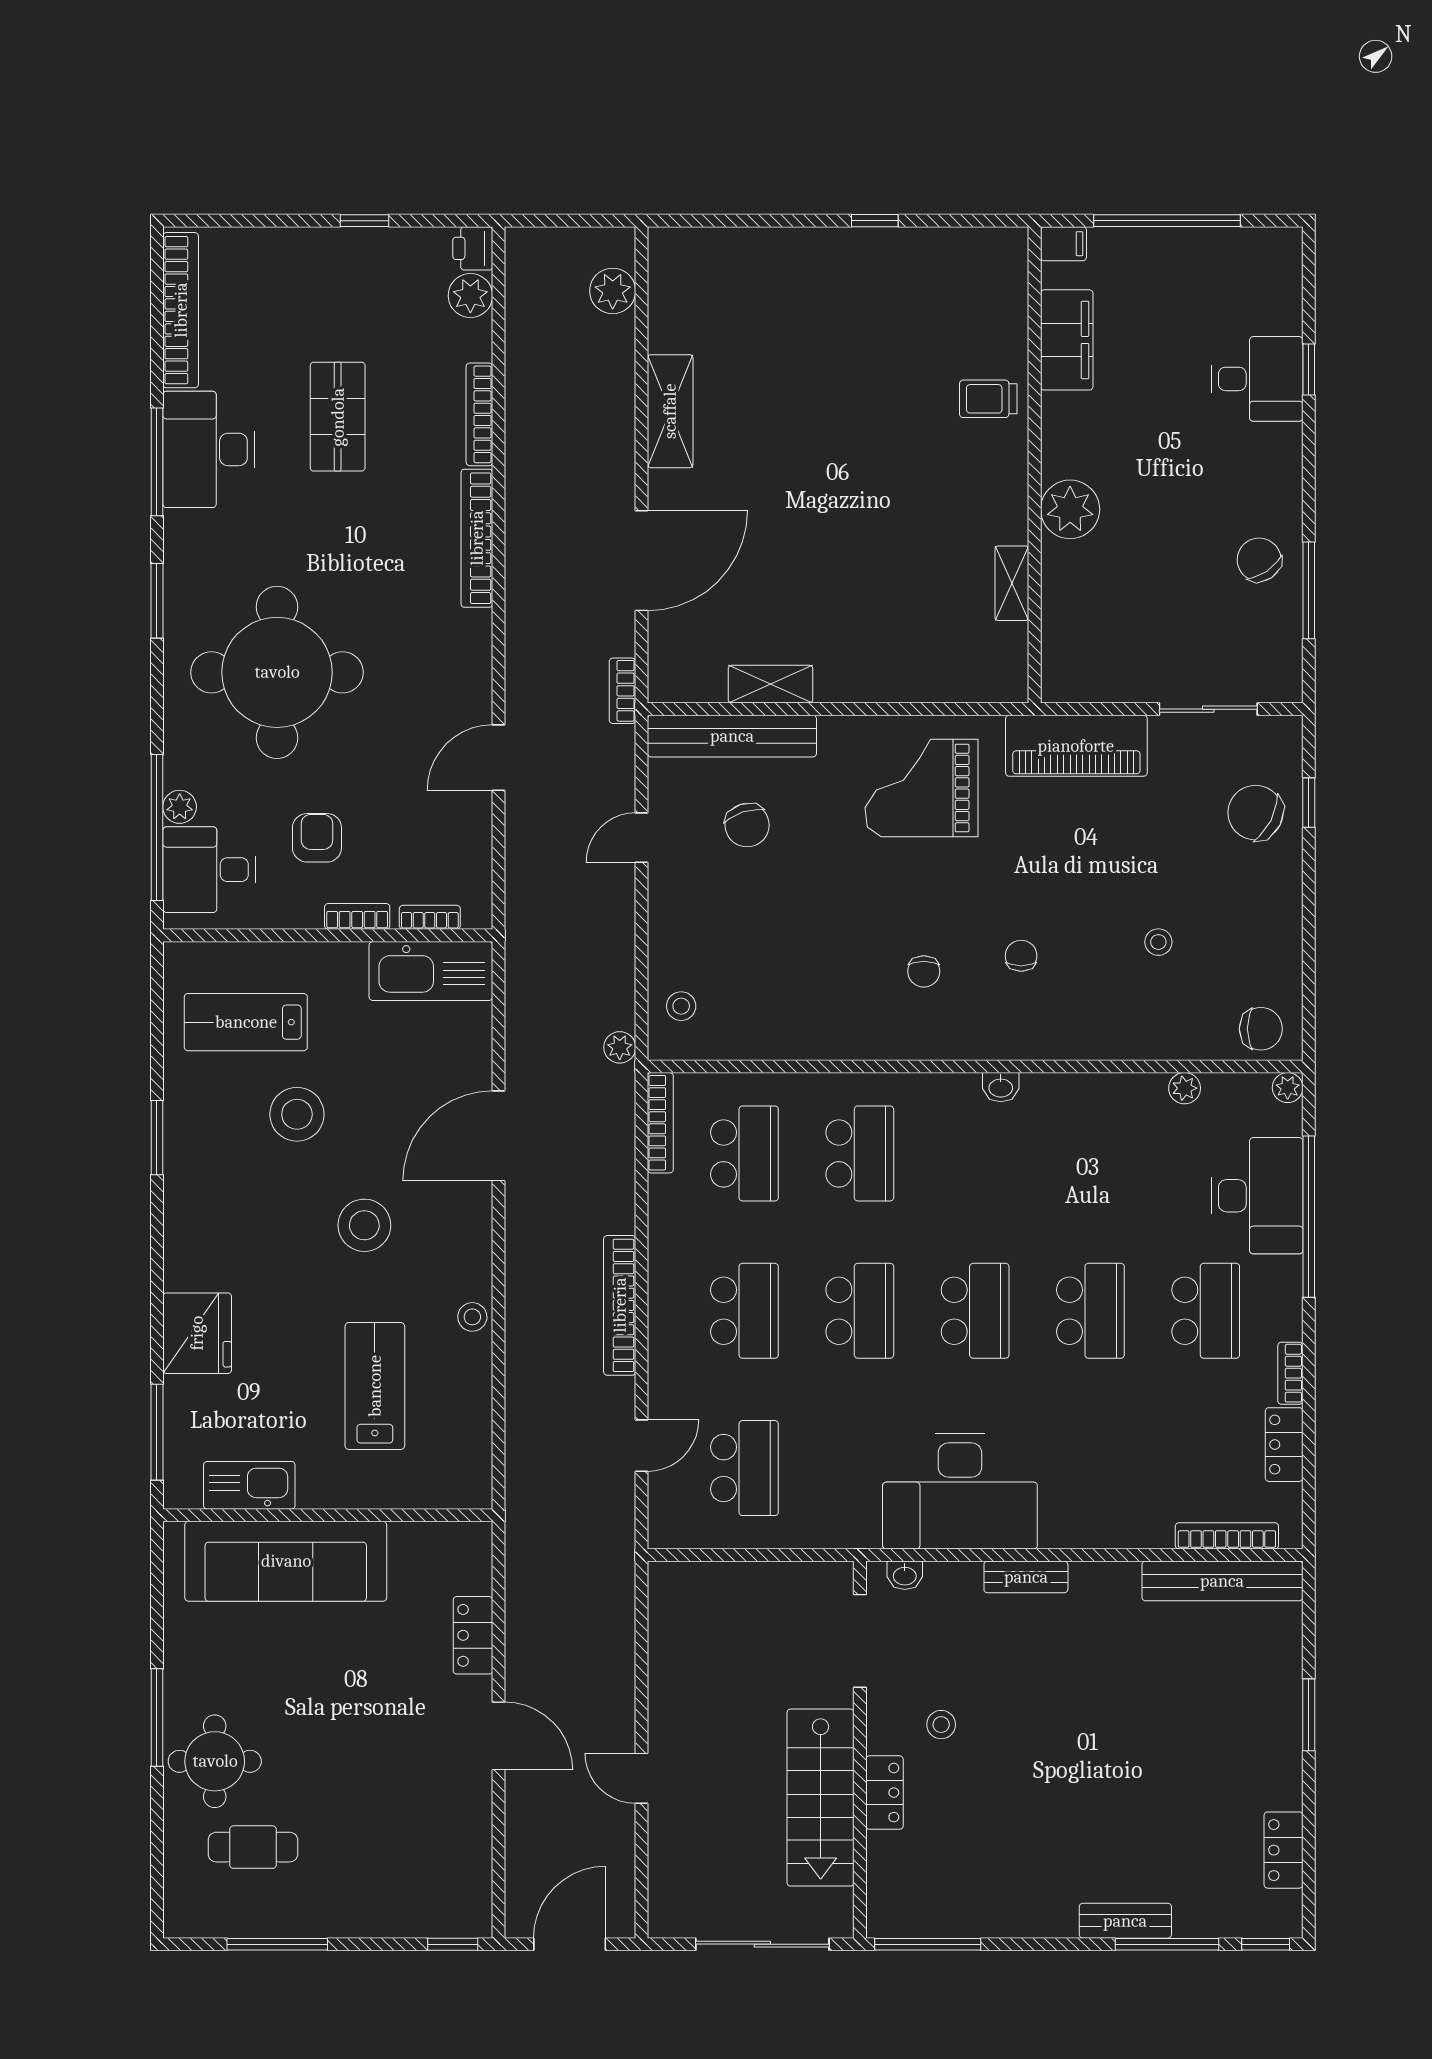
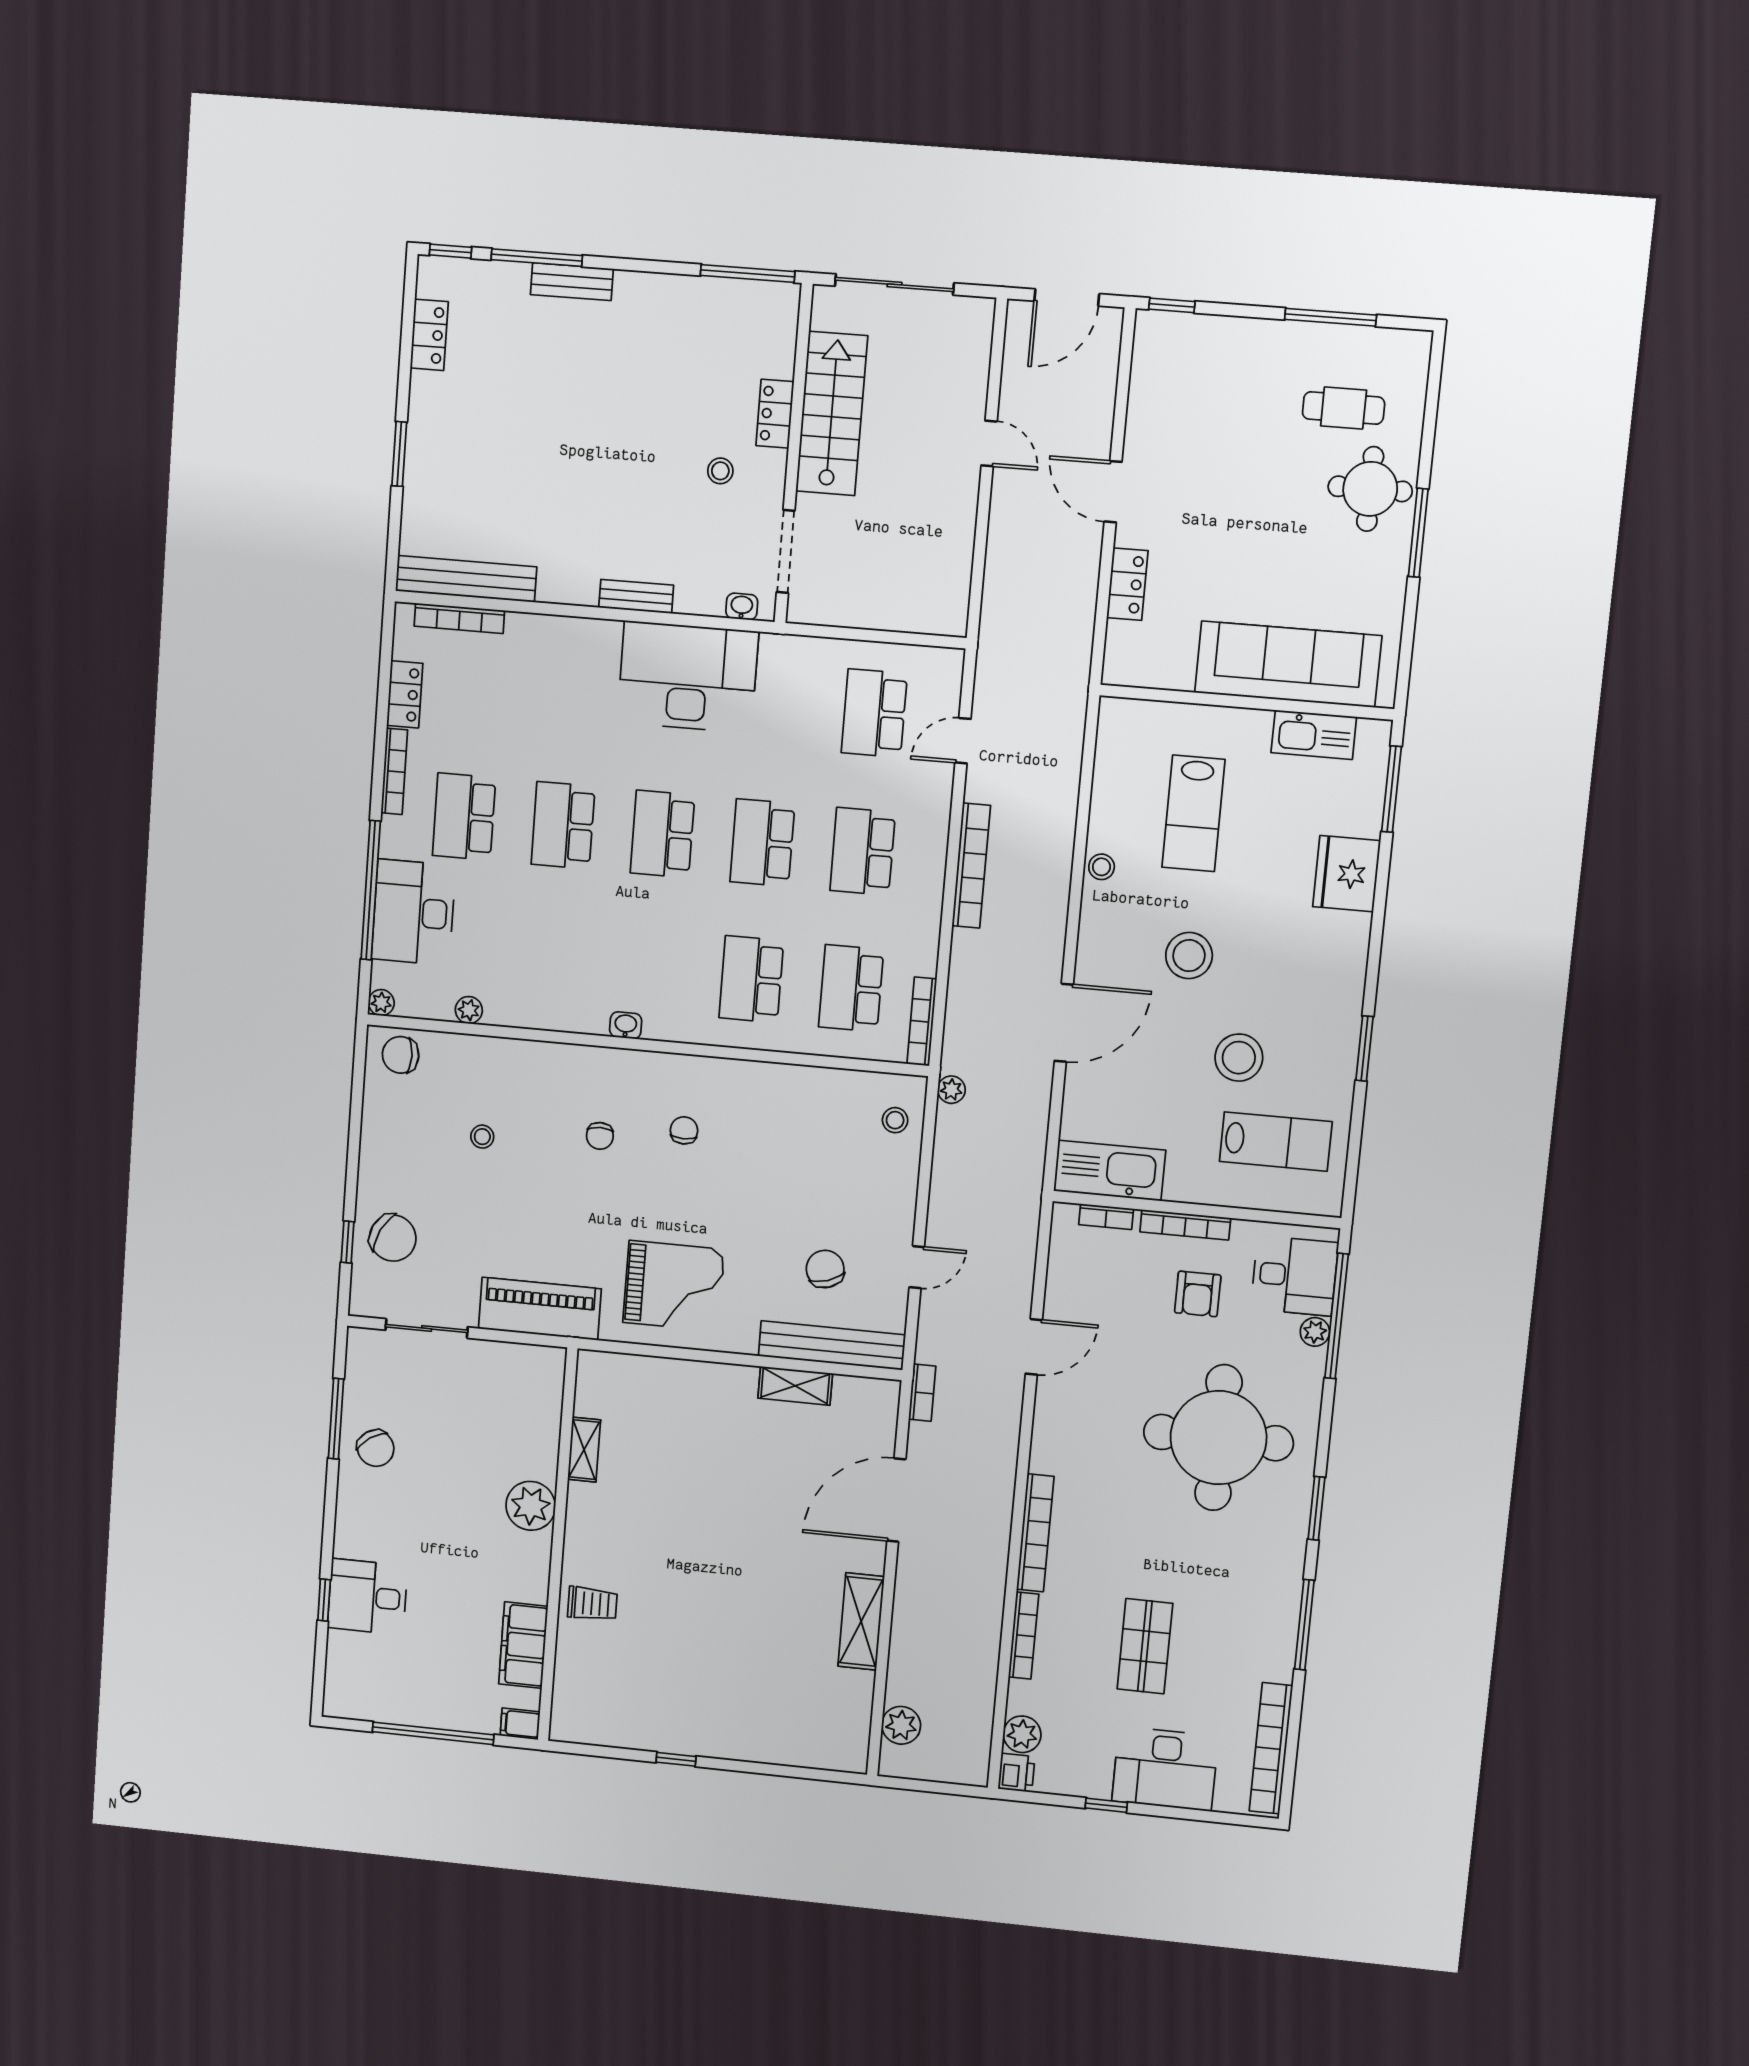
desk: (209, 449) -> (1165, 1769), moved, turned 90
bookcase: (357, 916) -> (1185, 1225), width x1.56
bookcase: (1290, 1373) -> (394, 771), width x1.56

